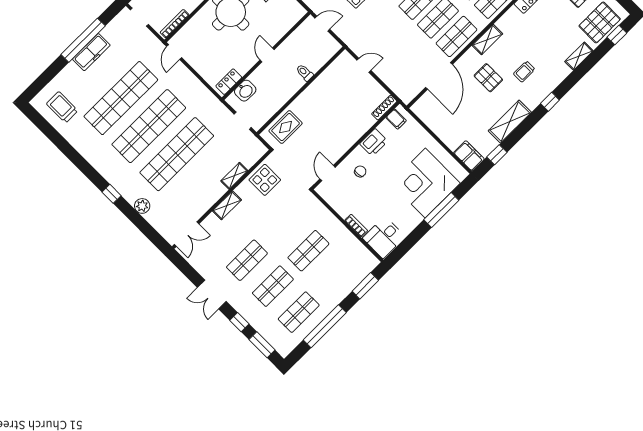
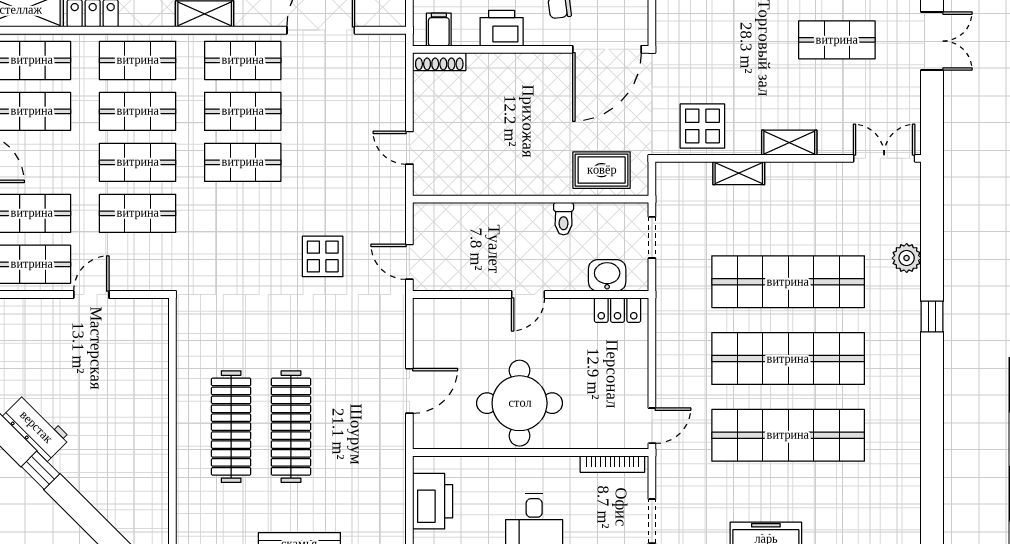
toilet: (305, 73) -> (564, 219), moved
trolley: (62, 107) -> (881, 503), removed
door: (328, 173) -> (607, 49), width x1.87

